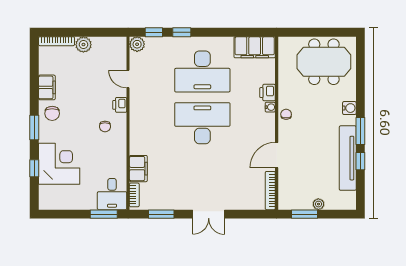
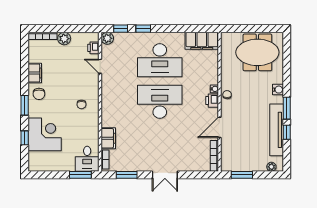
printer: (268, 93) -> (212, 101), moved
printer: (120, 105) -> (93, 48), moved
plant: (318, 204) -> (271, 167), moved

